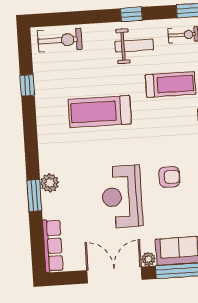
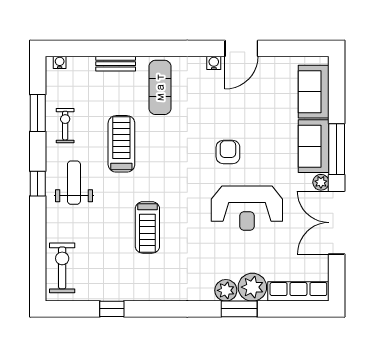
treadmill: (100, 112) -> (147, 227), width x0.73, depth x0.73
plant: (54, 206) -> (252, 287), added

